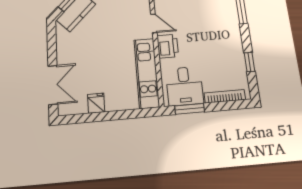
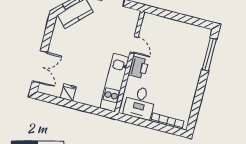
window: (250, 62) -> (197, 102), removed
window: (190, 109) -> (137, 121), removed

